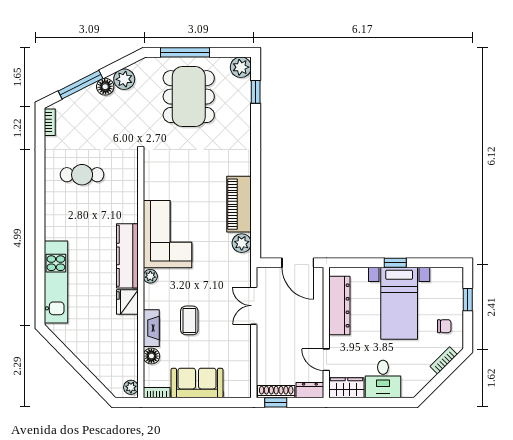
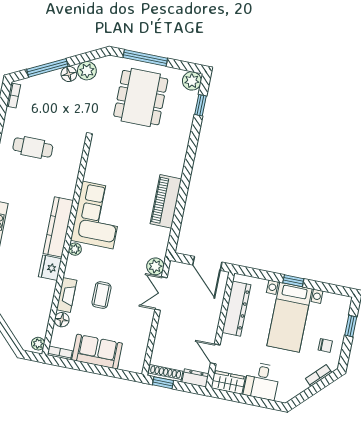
plant: (242, 243) -> (155, 266), moved

